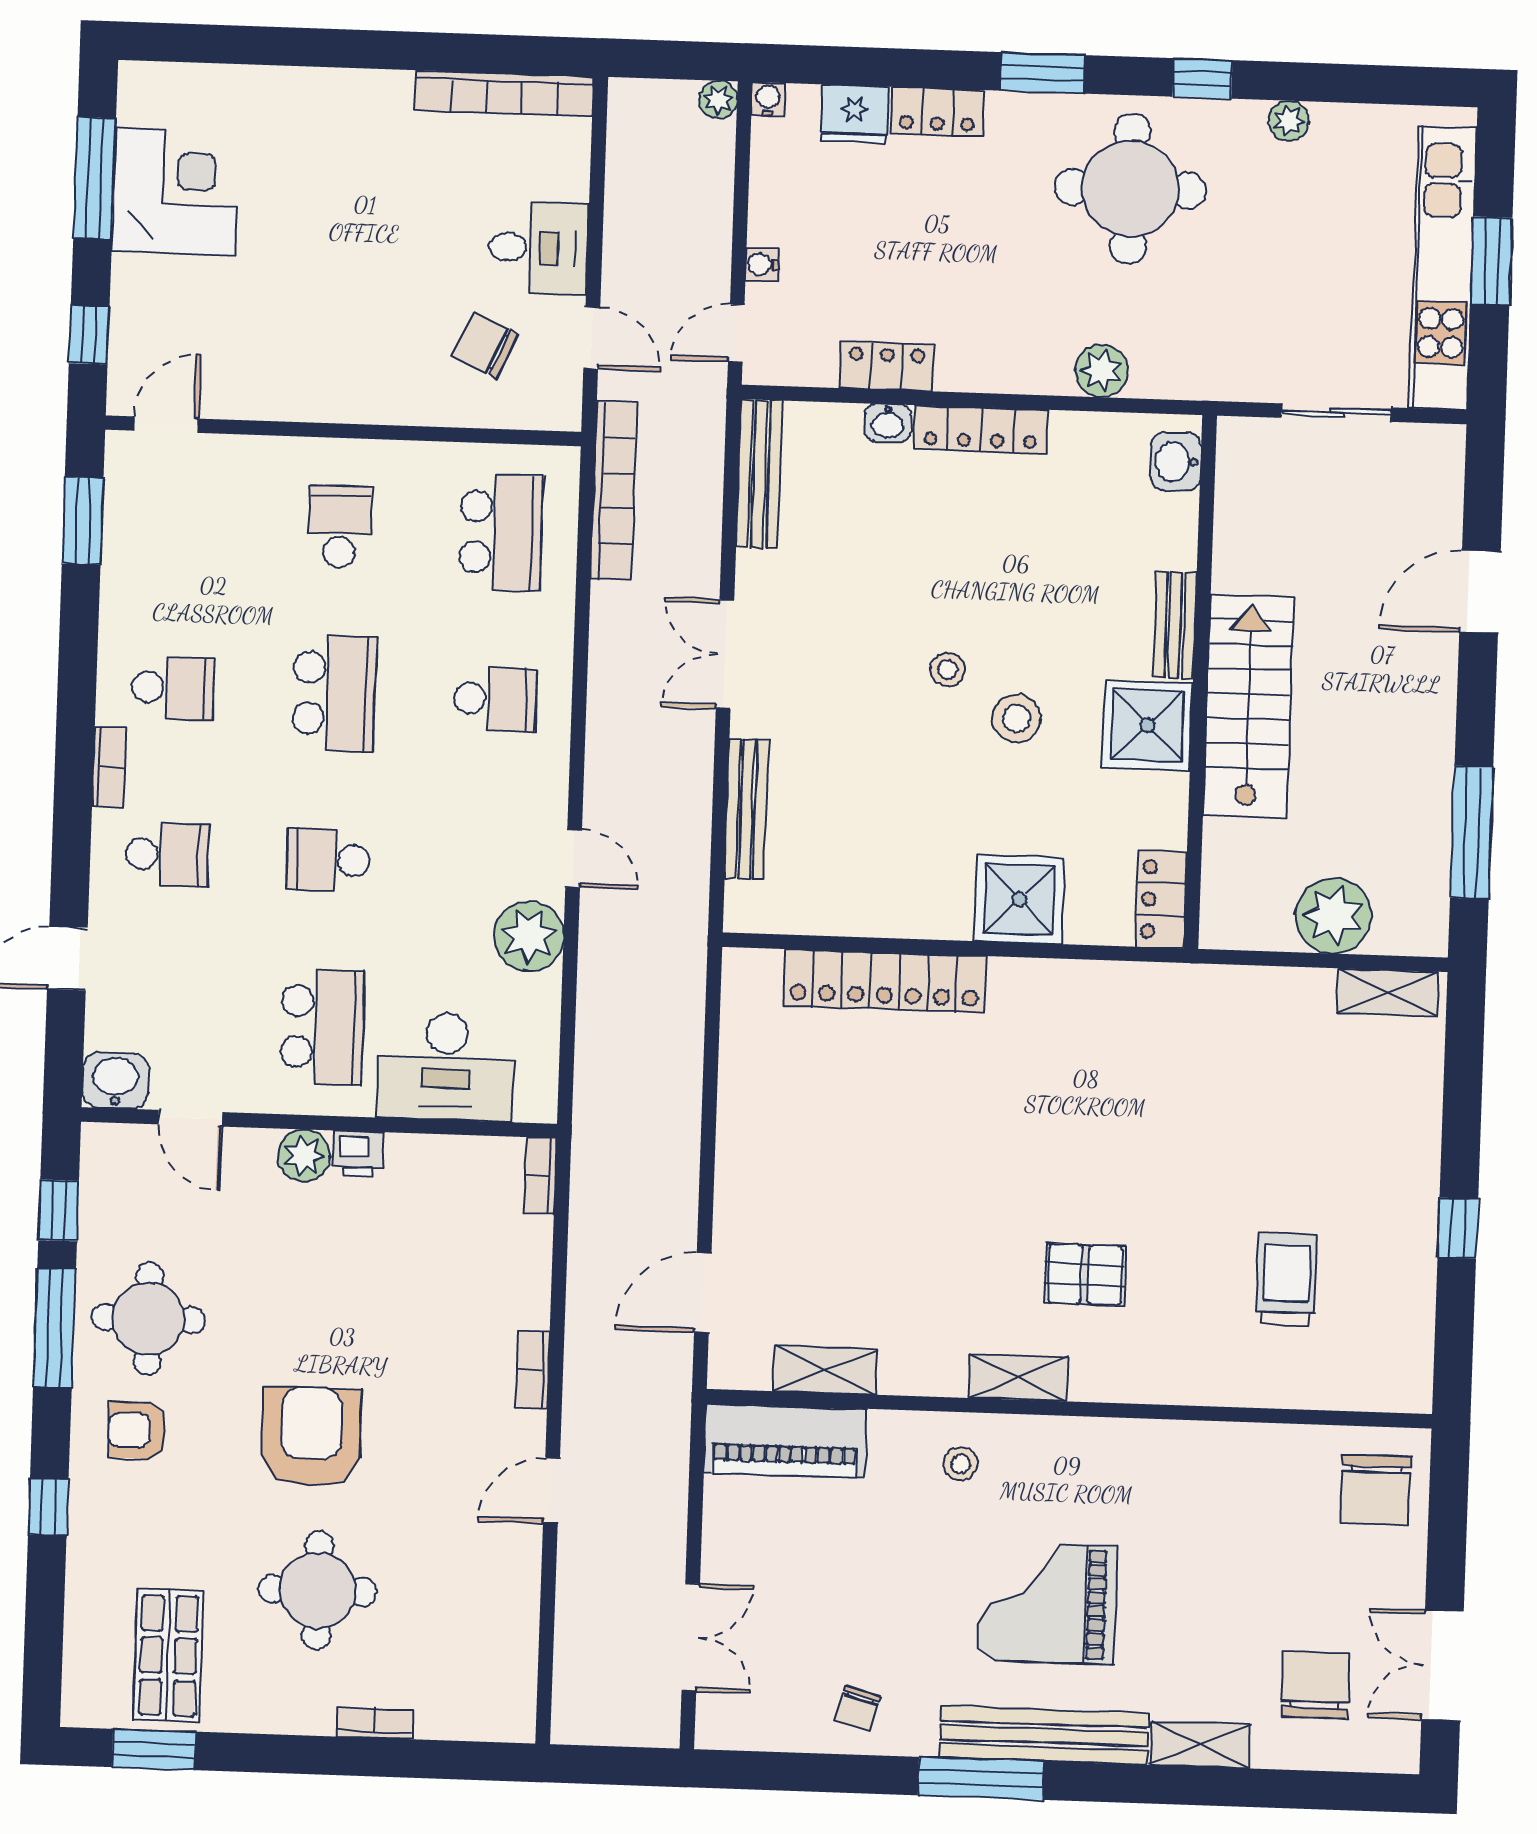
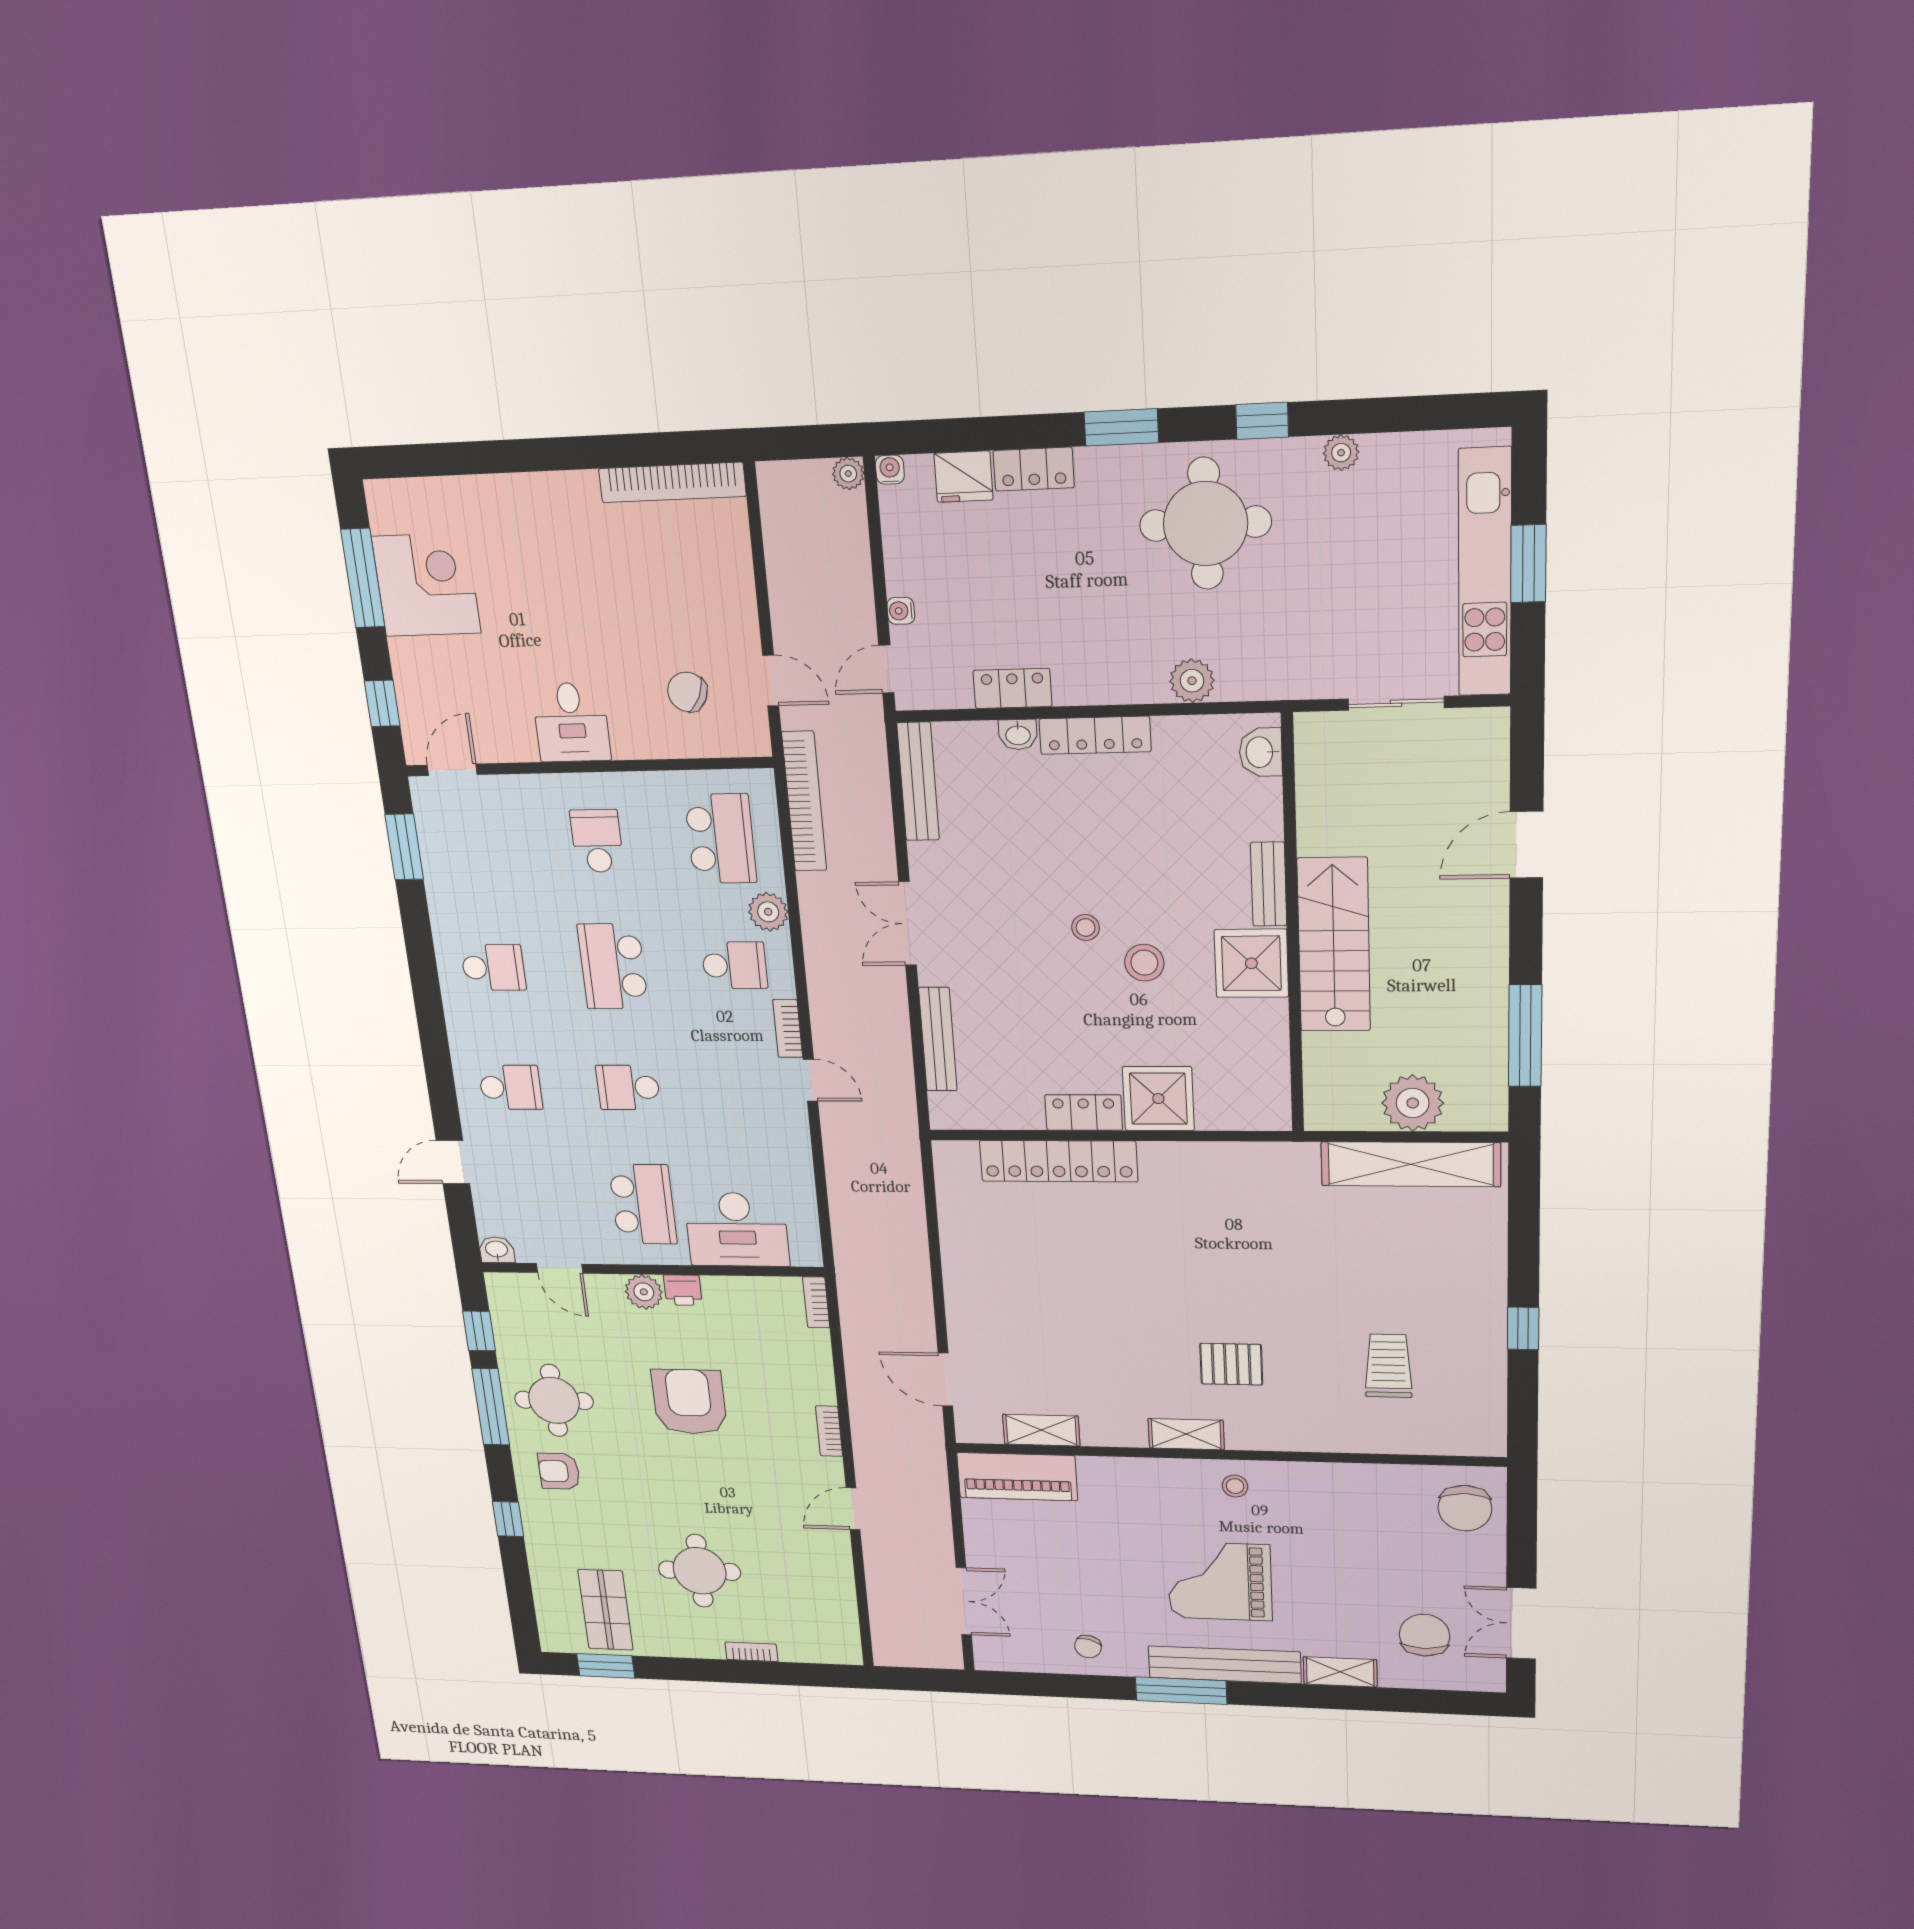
desk: (538, 248) -> (571, 722), moved, turned 90
school desk: (334, 693) -> (613, 966), turned 180
bookcase: (109, 767) -> (788, 1028), moved, turned 180
locker: (1161, 899) -> (1084, 1112), moved, turned 90
plant: (529, 936) -> (768, 912), moved, width x0.73, depth x0.73
shelving: (1387, 992) -> (1411, 1164), width x2.20, depth x1.33
washbasin: (115, 1080) -> (497, 1250), width x0.72, depth x0.69
door: (703, 1293) -> (945, 1380), hinge flipped
armchair: (311, 1437) -> (689, 1402), moved
stool: (961, 1464) -> (1235, 1486), moved

